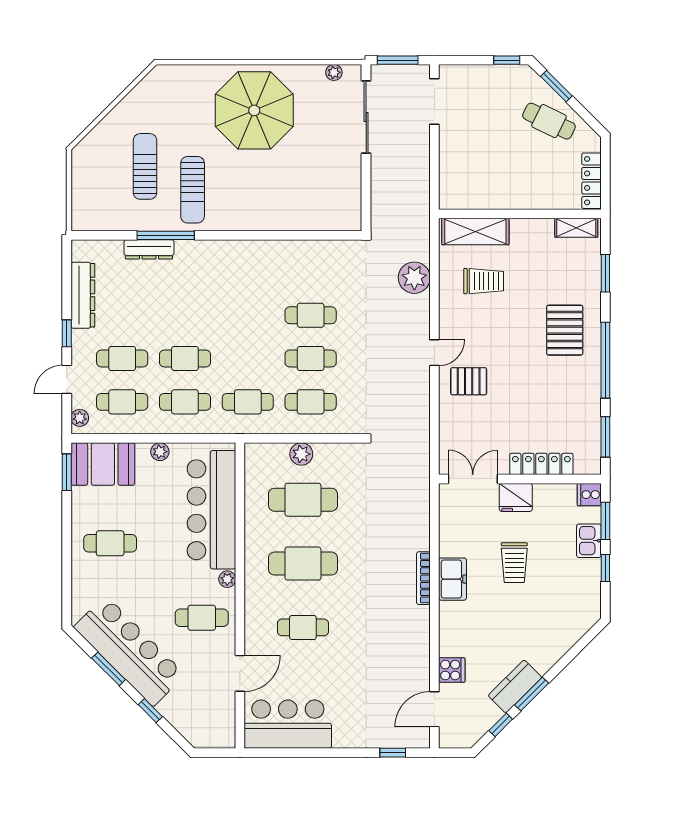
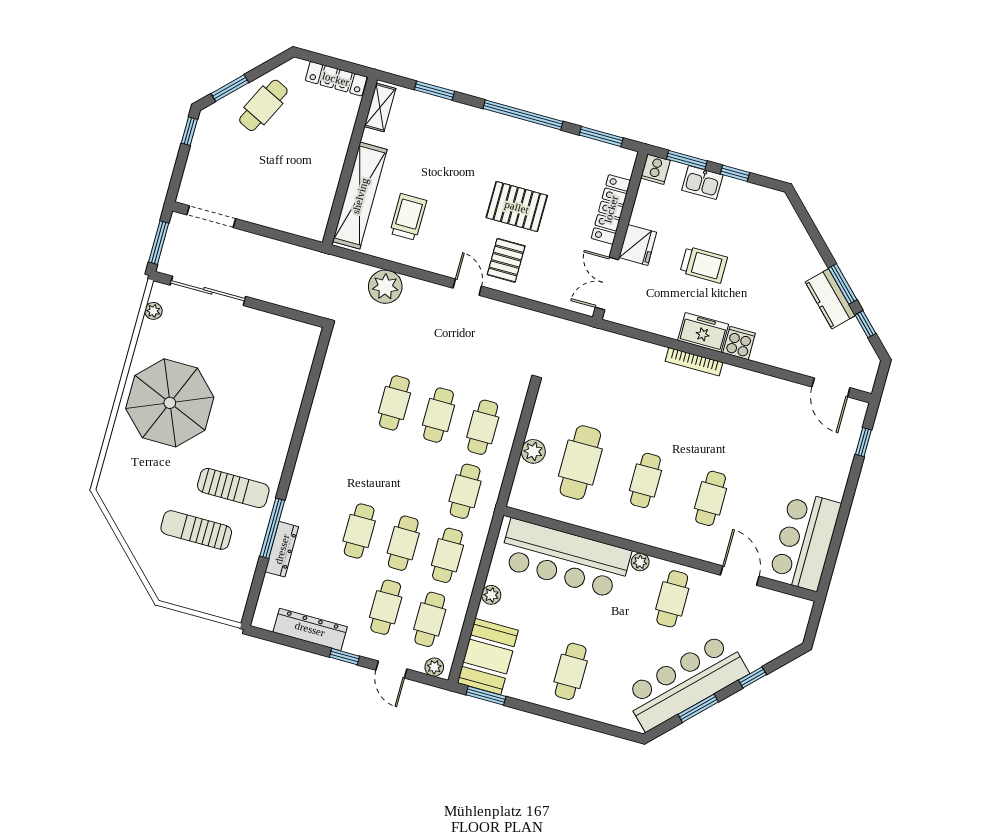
shelving: (475, 232) -> (360, 196), width x1.47
cafe table: (185, 315) -> (359, 531), added
pallet: (565, 330) -> (517, 207), moved
cafe table: (303, 564) -> (645, 480), width x0.73, depth x0.74
cooker: (452, 670) -> (739, 343), moved

